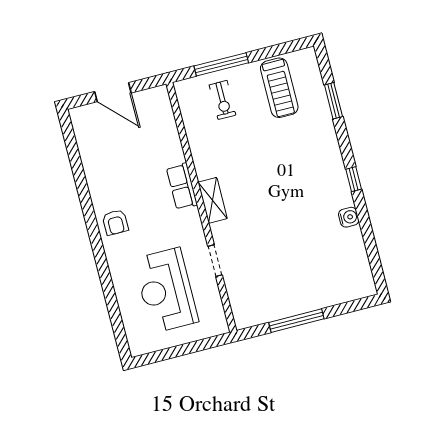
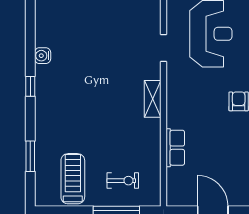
exercise bike: (222, 100) -> (123, 181), turned 90
row of seats: (182, 186) -> (175, 148), moved

